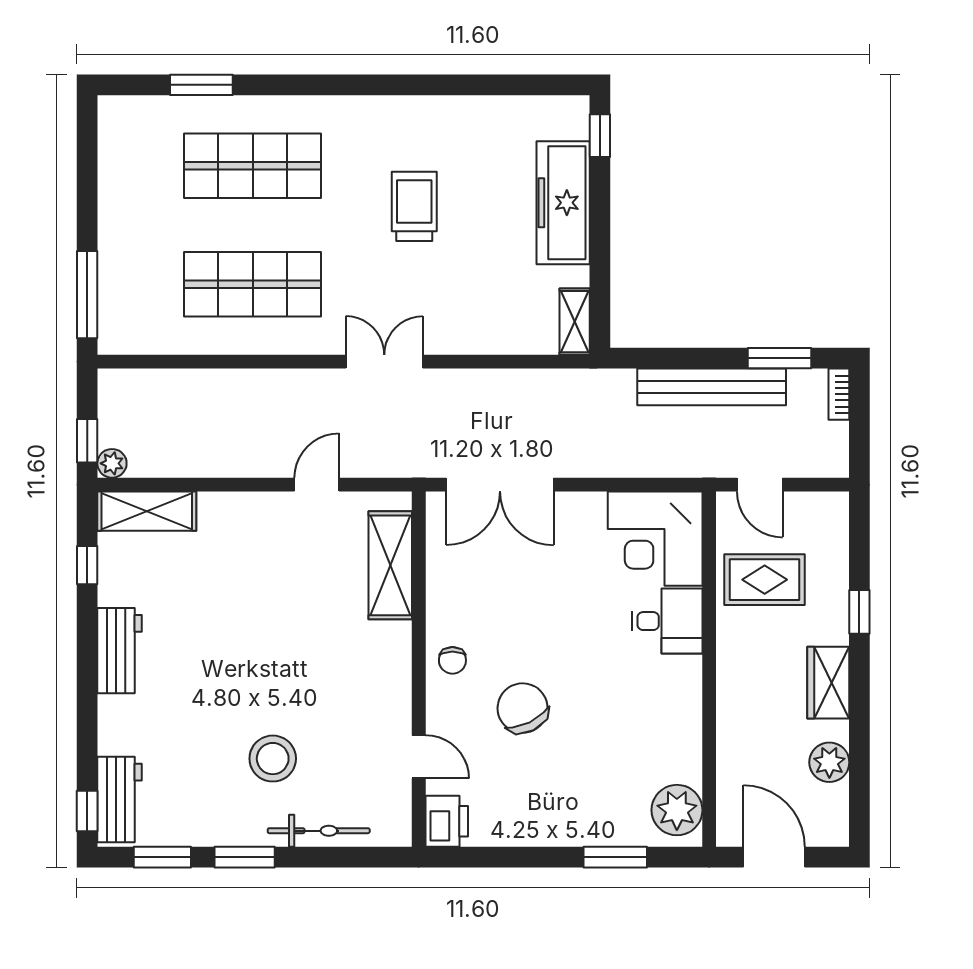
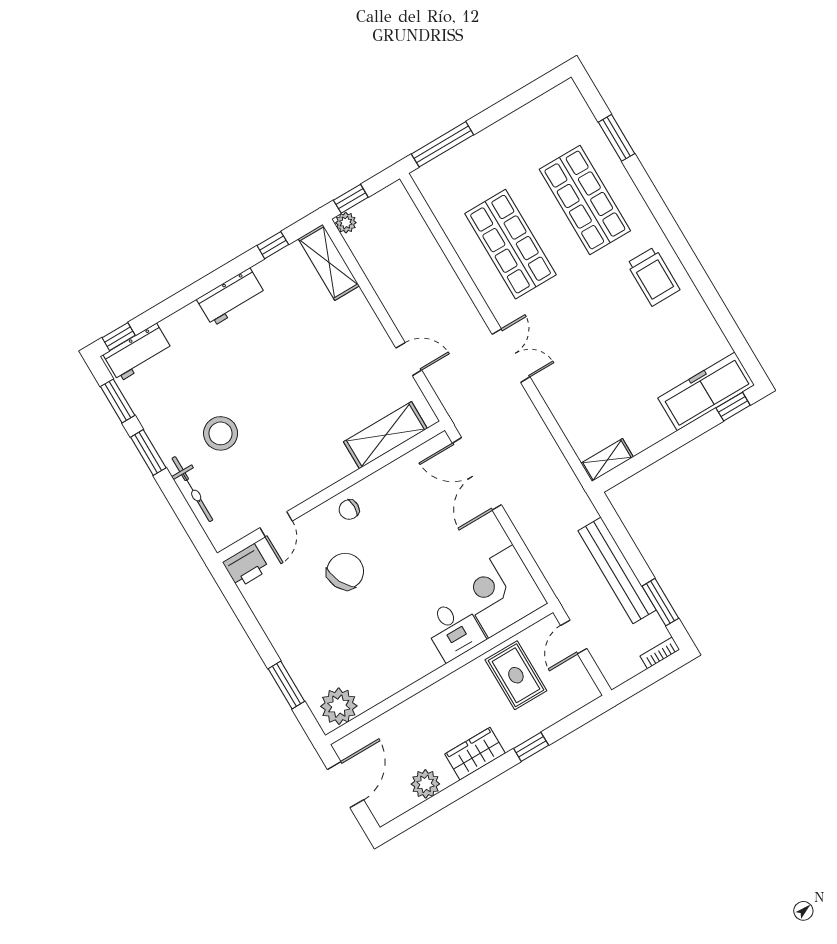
freezer: (563, 203) -> (706, 391), moved
trolley: (414, 206) -> (653, 276), moved, turned 90

